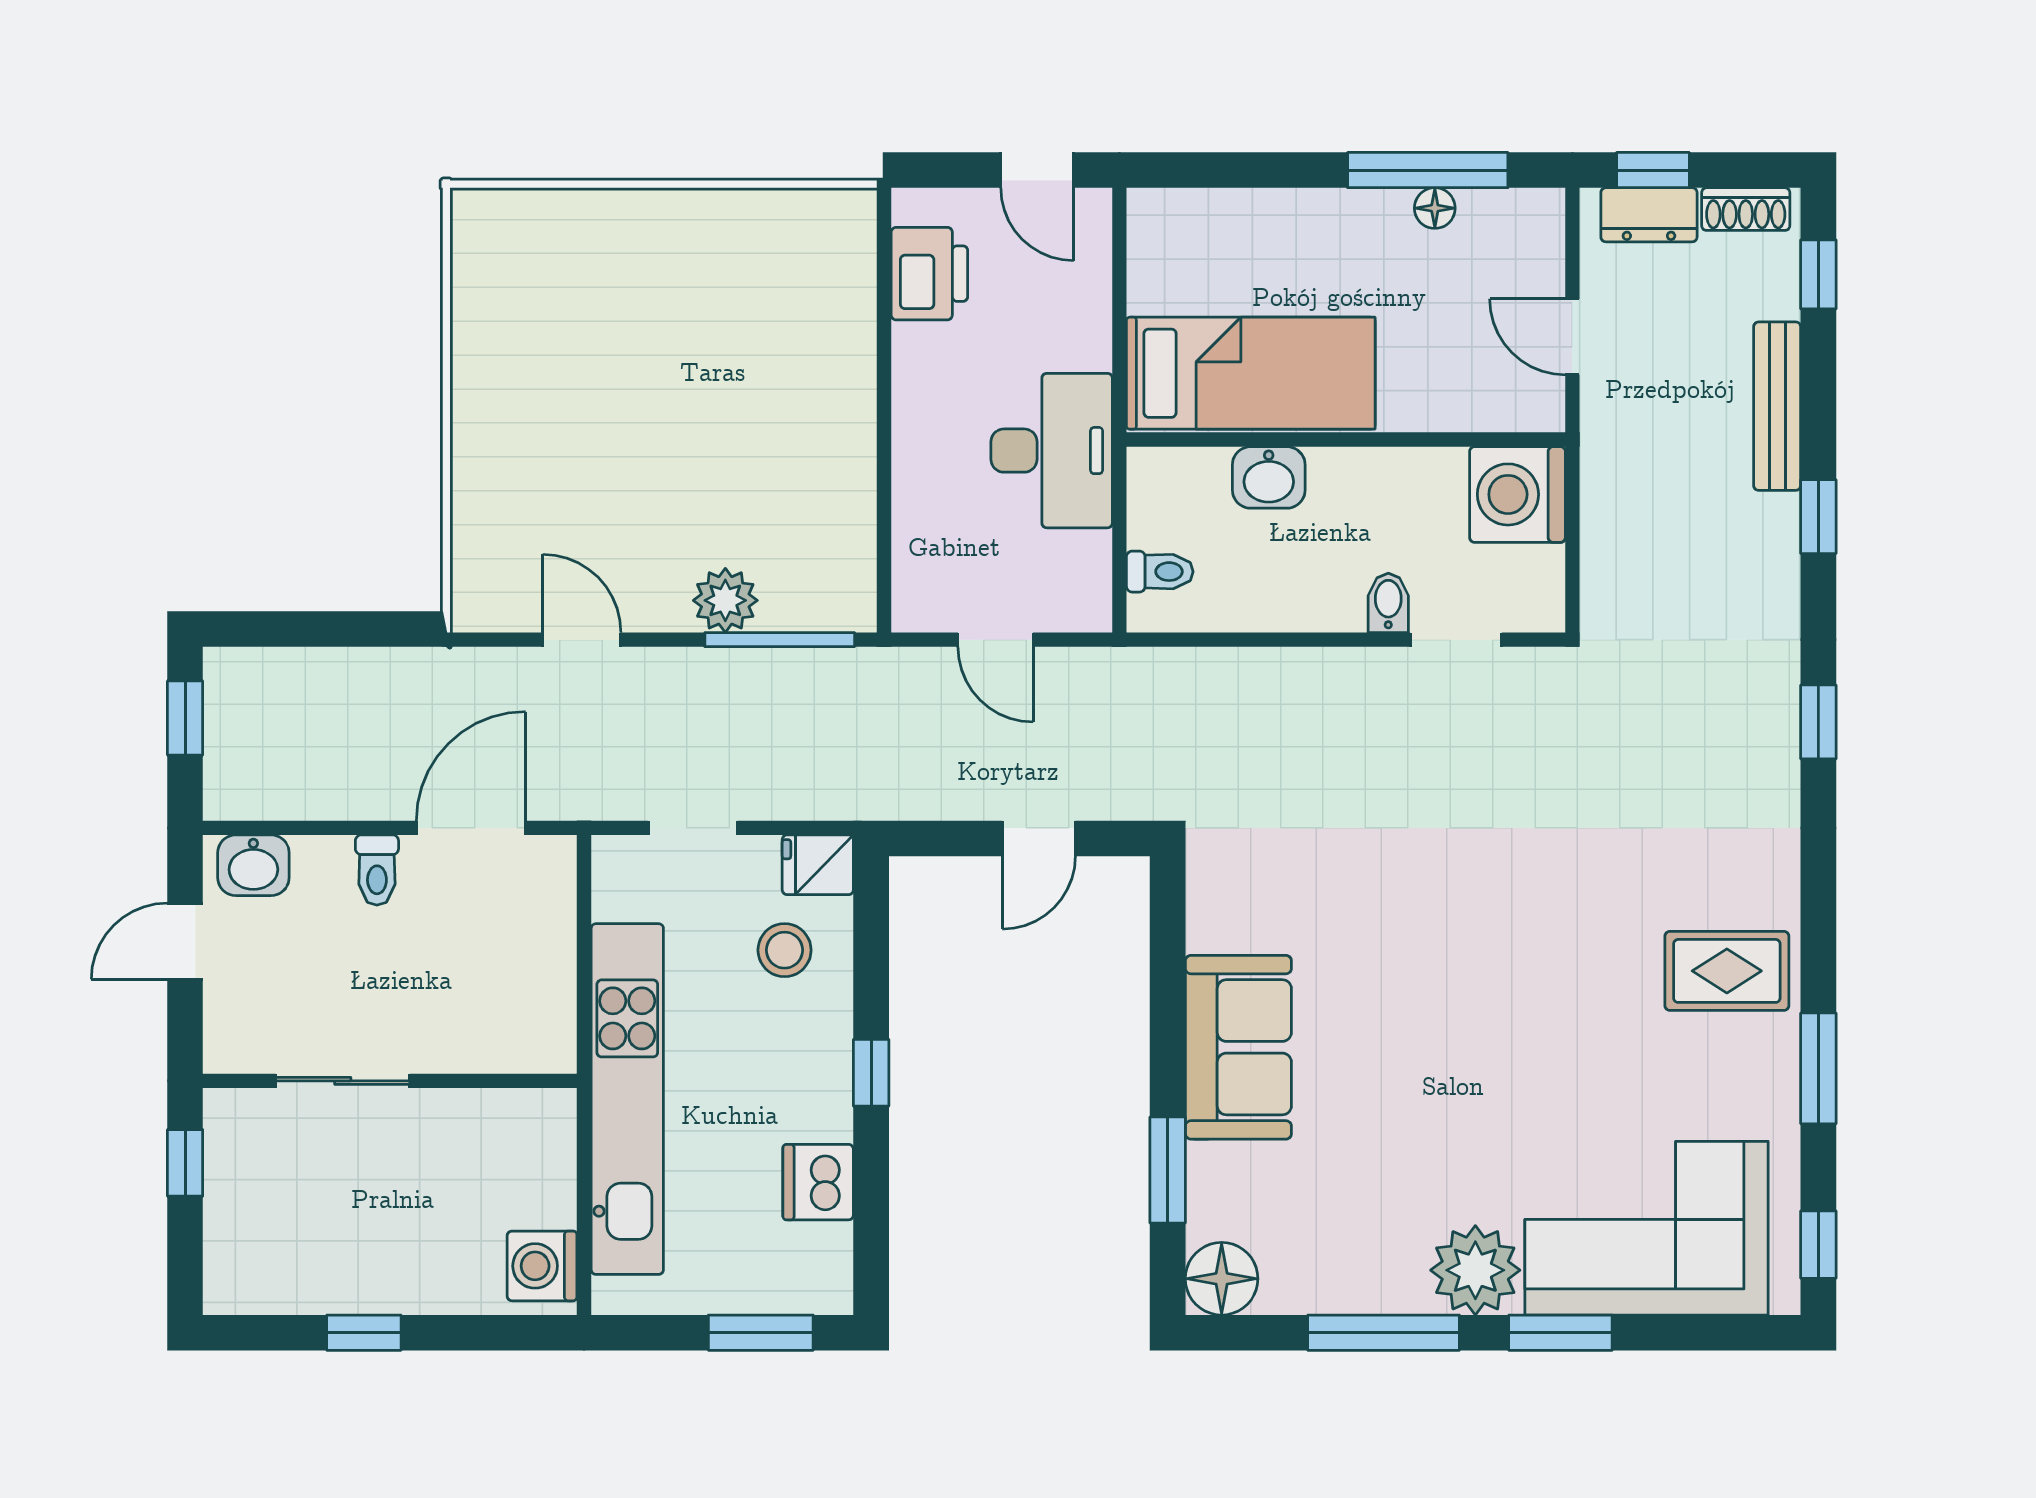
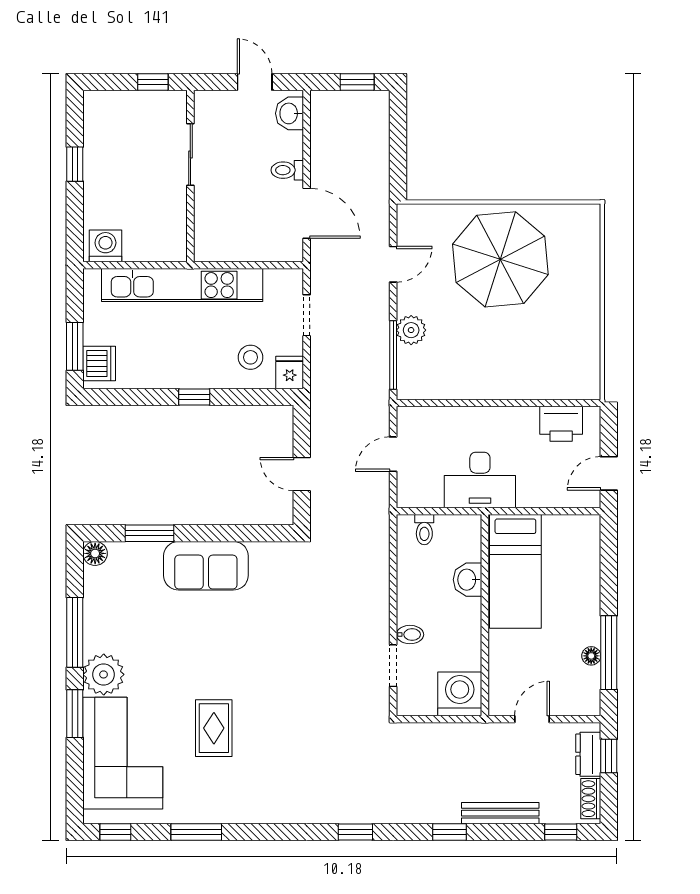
parasol: (571, 406) -> (500, 259), added
rug: (1727, 971) -> (214, 728), moved
dishwasher: (818, 1182) -> (99, 363), moved, turned 90
floor lamp: (1222, 1279) -> (95, 553), width x0.73, depth x0.73

